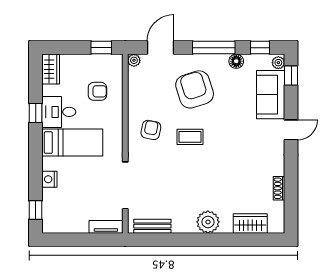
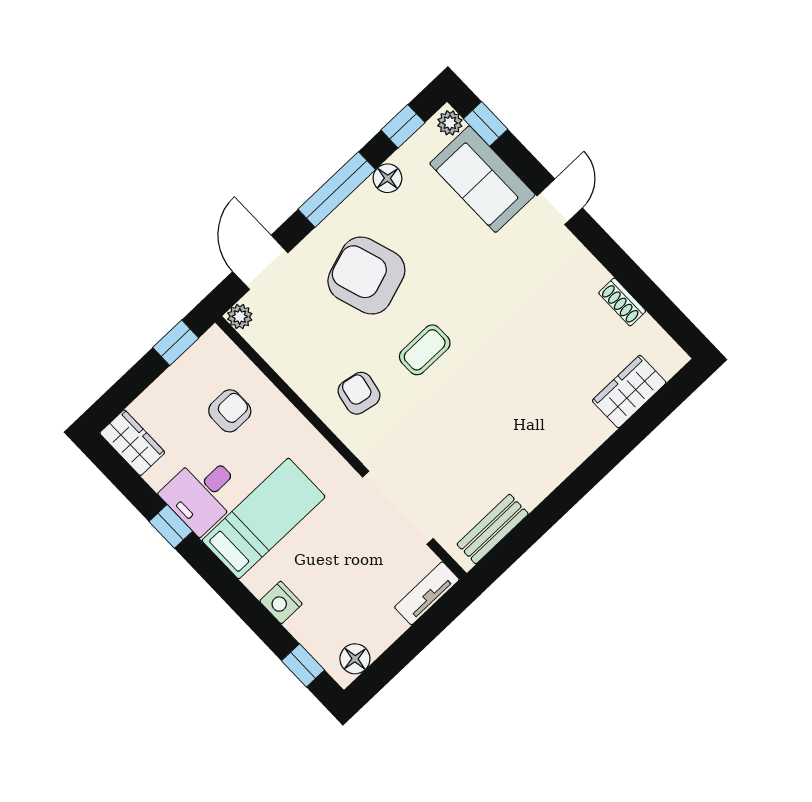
plant: (208, 222) -> (566, 447), removed
floor lamp: (57, 226) -> (355, 659), added

